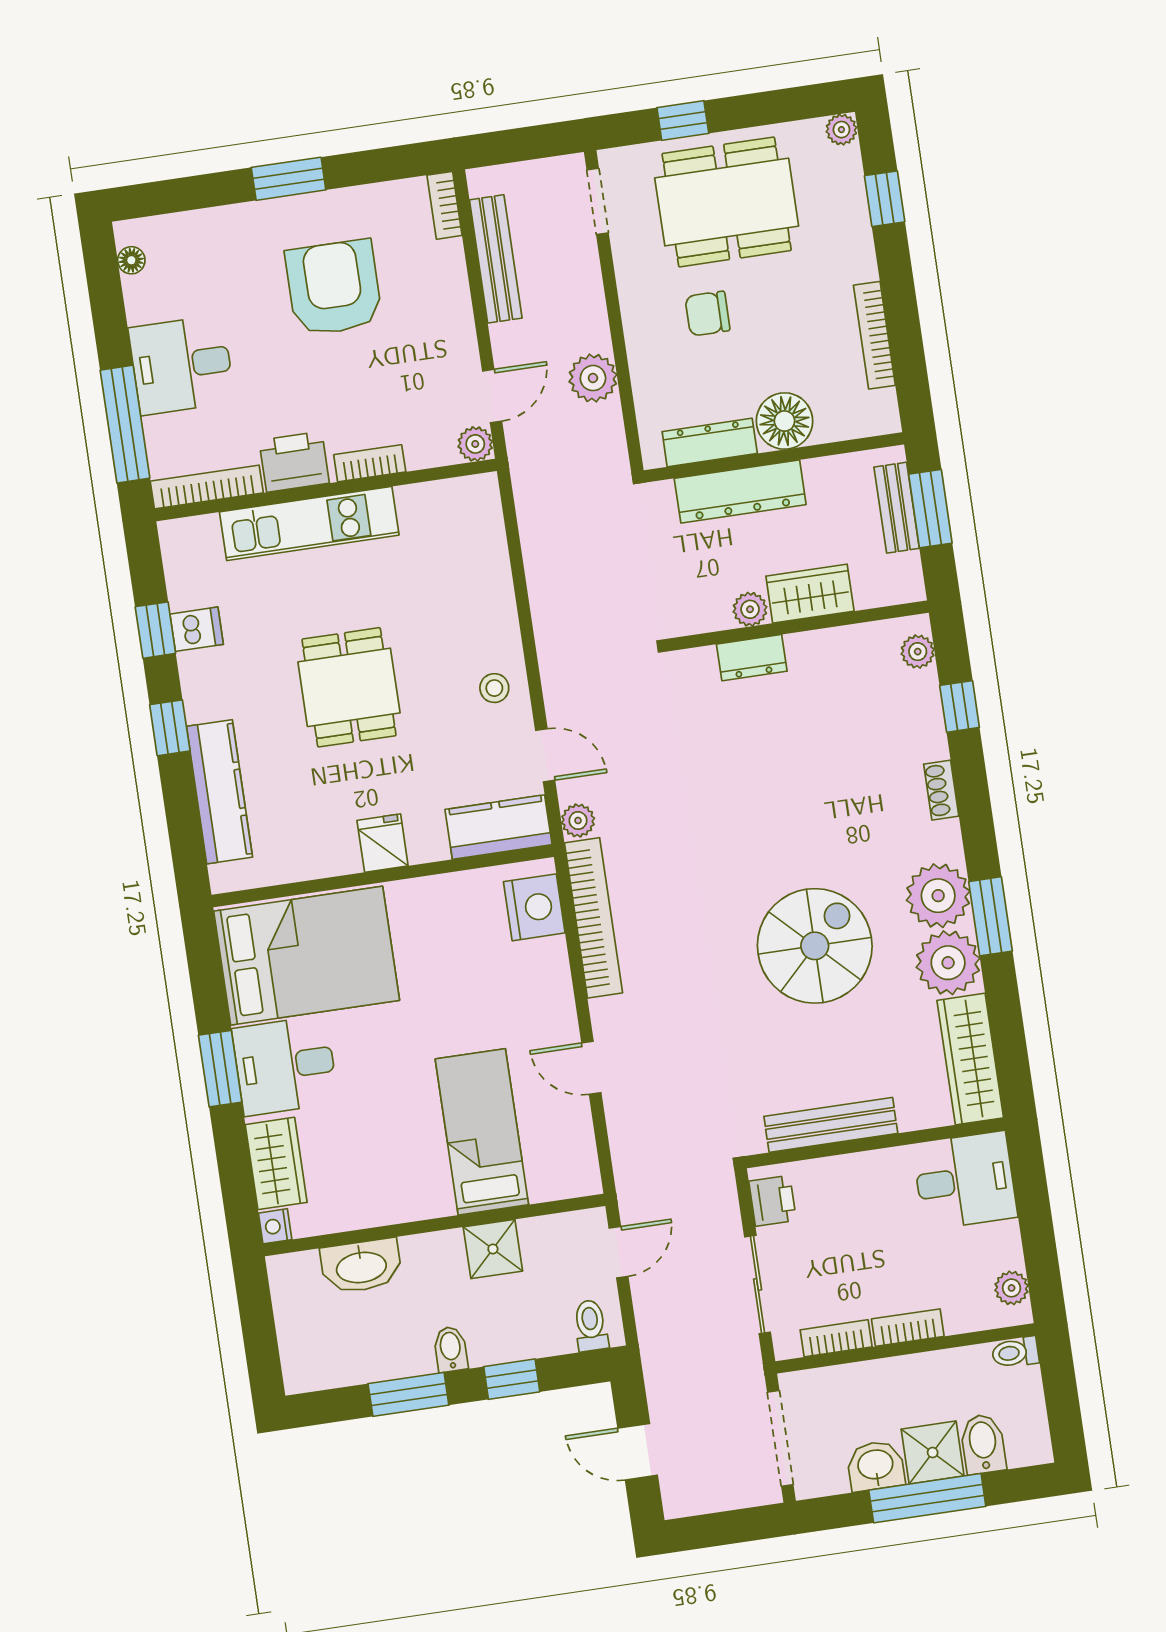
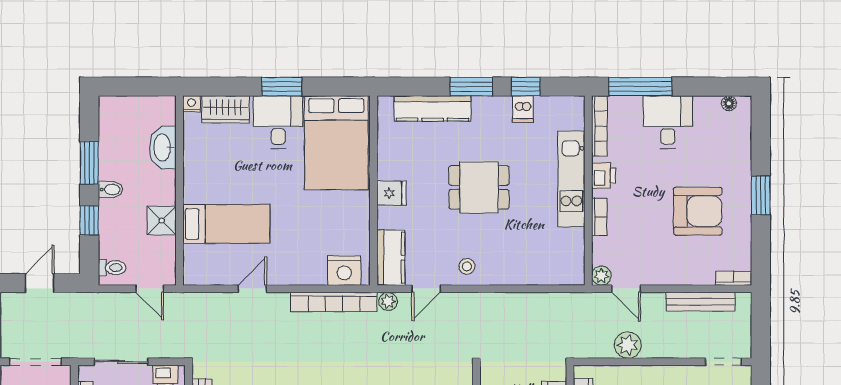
printer: (294, 462) -> (603, 176), width x0.73, depth x0.81
window: (170, 728) -> (471, 87), width x1.50

